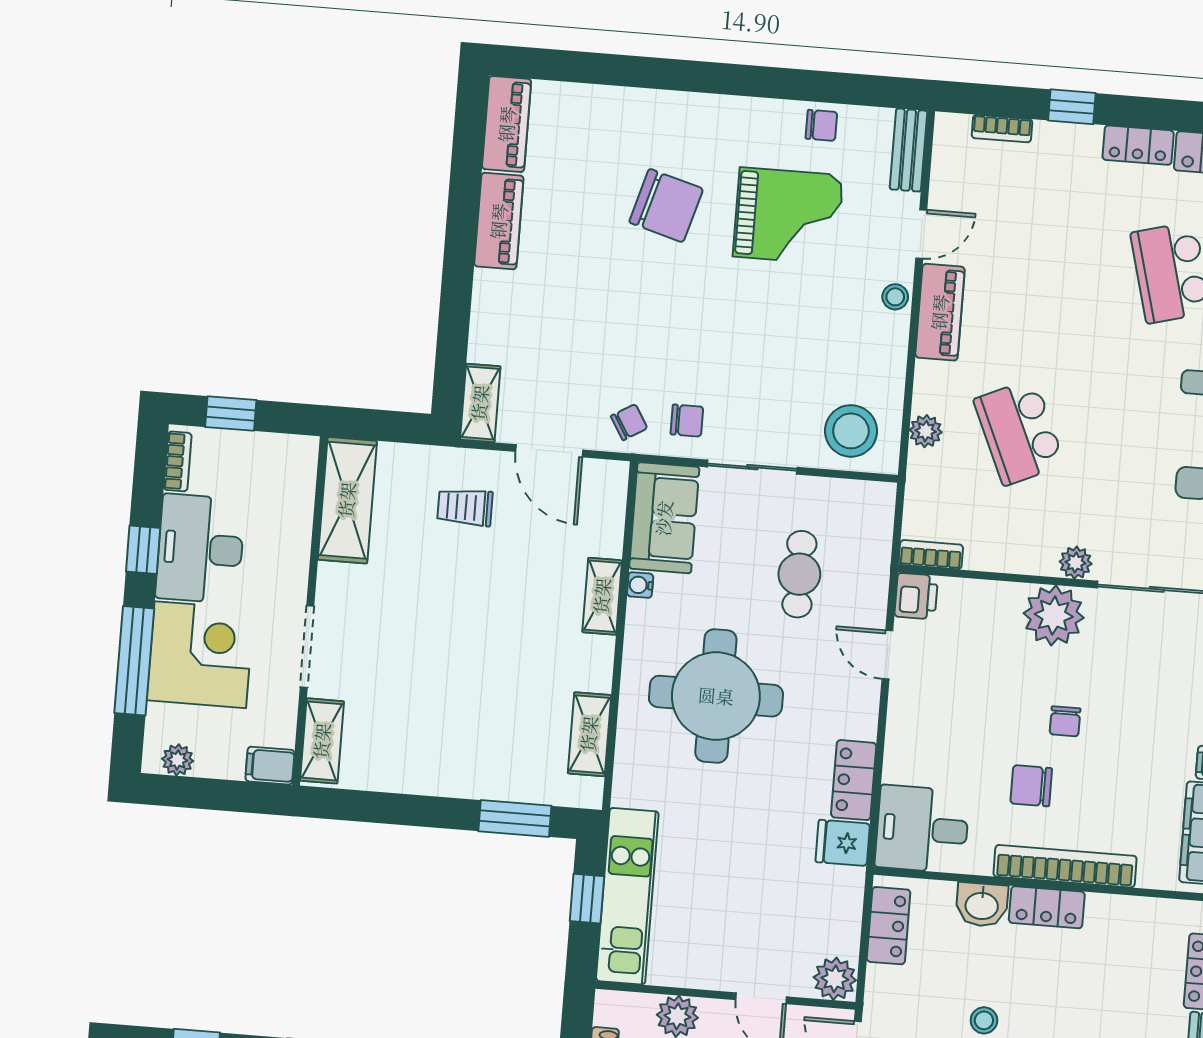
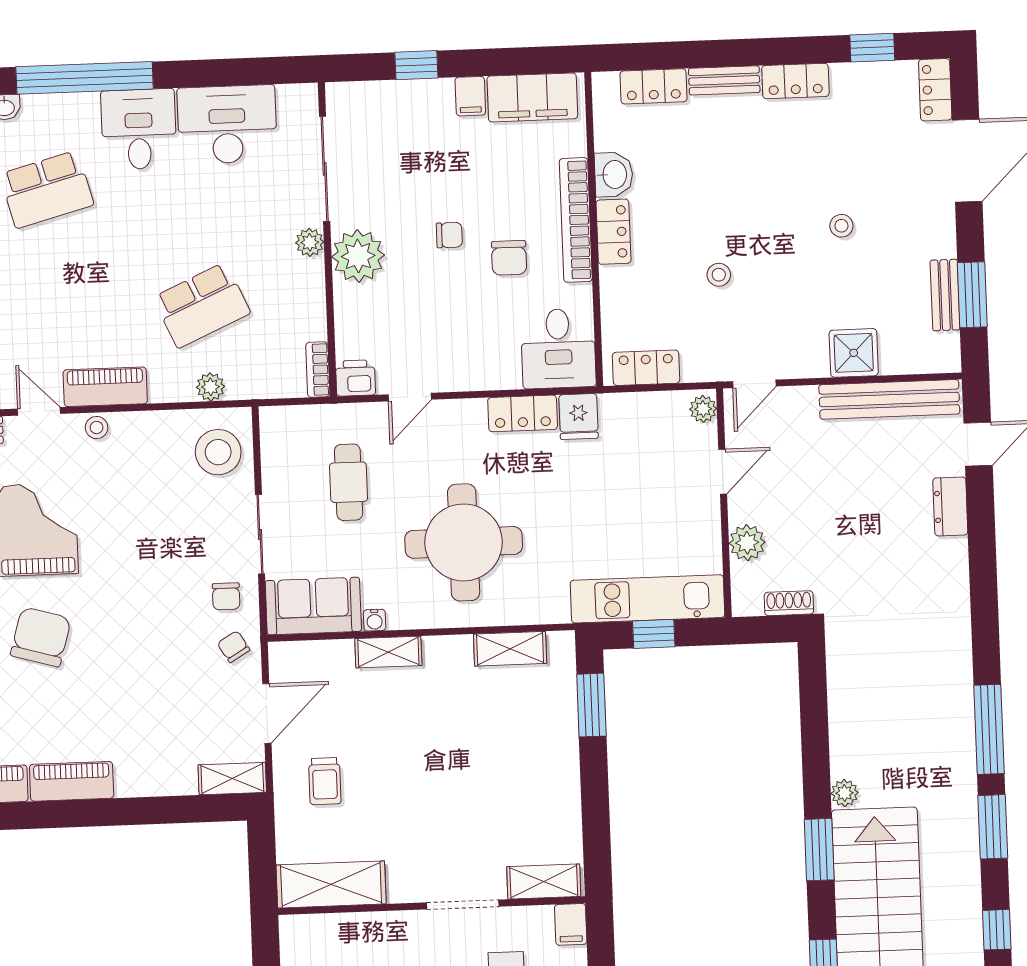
chair: (687, 421) -> (226, 596), turned 180
cafe table: (799, 574) -> (349, 482), turned 90
washbasin: (982, 905) -> (614, 174), moved
plant: (835, 979) -> (703, 409), width x0.73, depth x0.73

